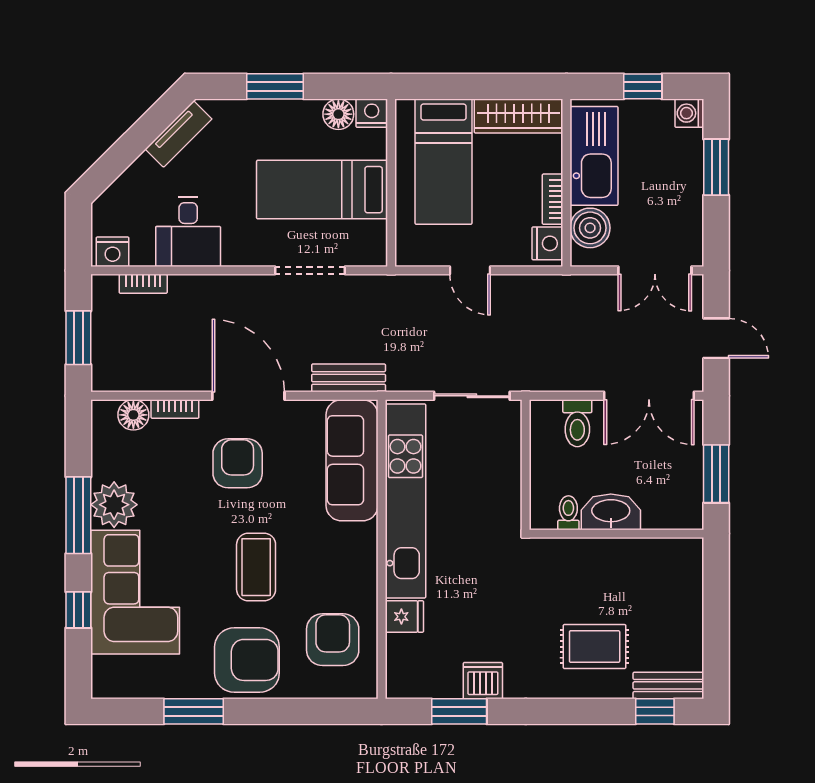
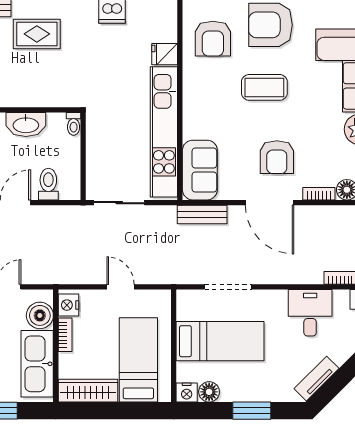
sofa: (352, 460) -> (200, 170), width x0.73
toilet: (568, 513) -> (74, 124), moved
coffee table: (256, 567) -> (264, 87), turned 90

